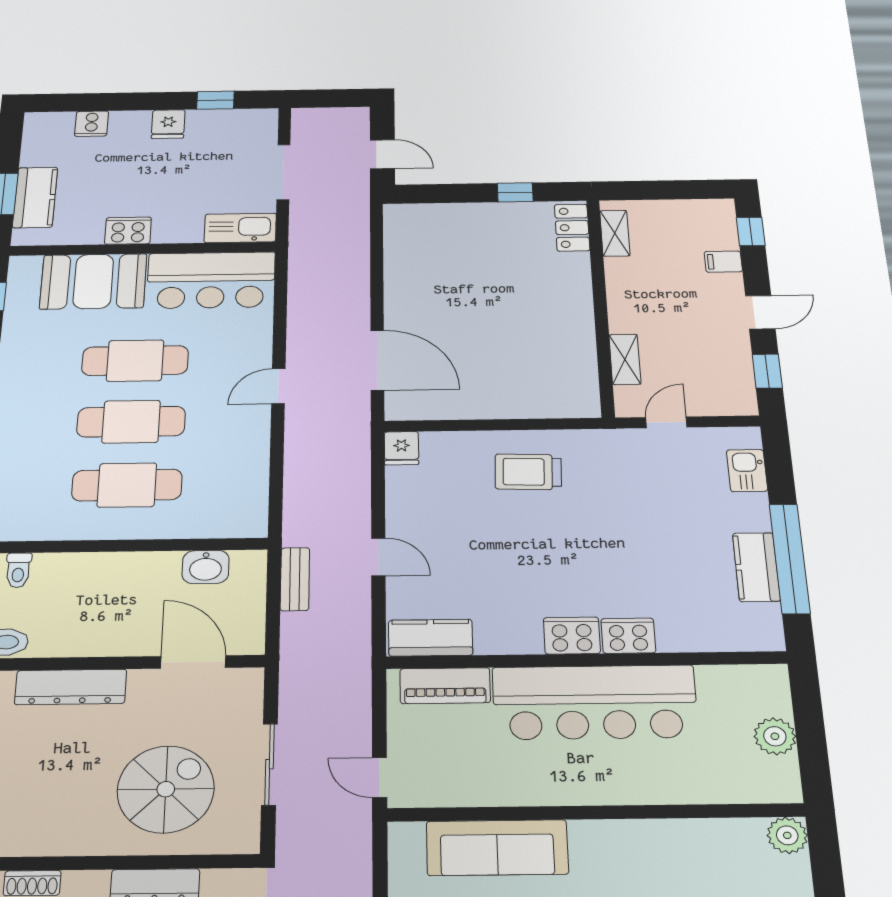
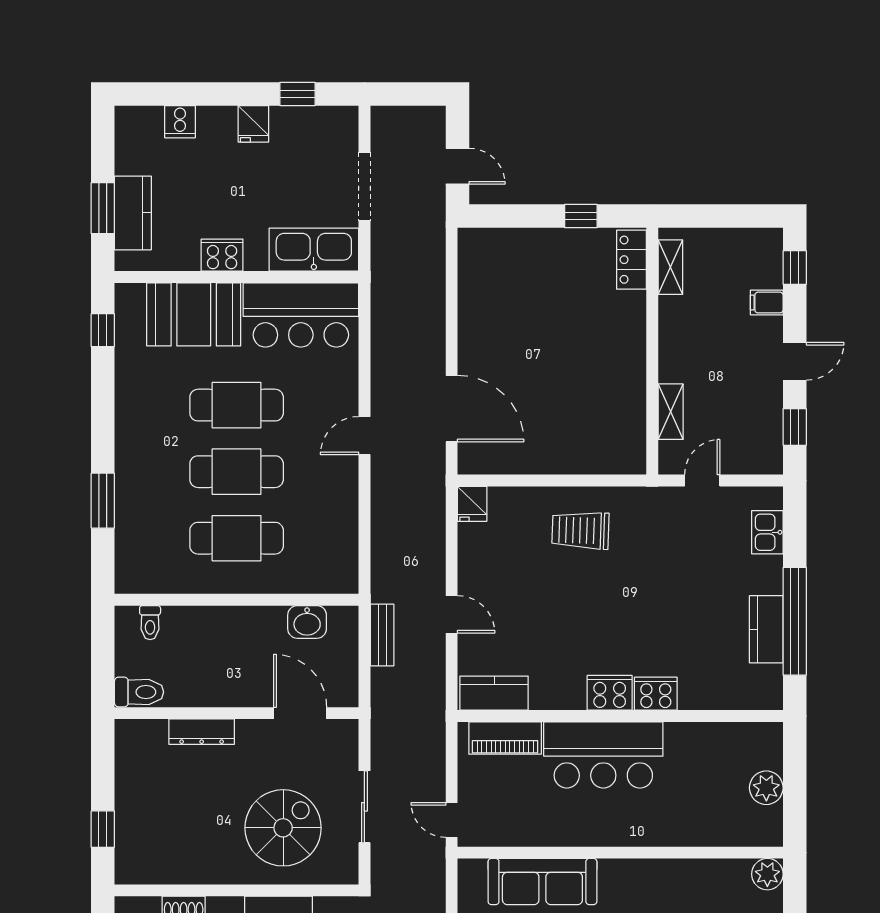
kitchen sink: (240, 228) -> (314, 250), width x1.36, depth x1.24
dresser: (71, 687) -> (202, 732), width x0.73, depth x0.80
bar counter: (595, 702) -> (603, 755), width x0.73

